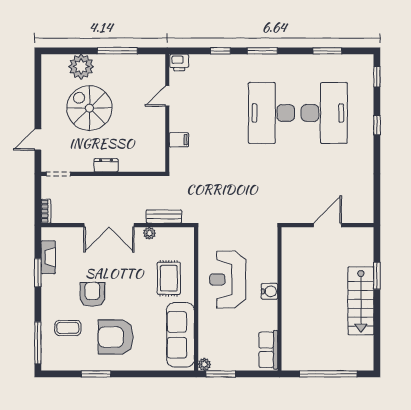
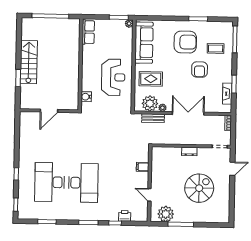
printer: (179, 62) -> (125, 216), moved
plant: (81, 67) -> (166, 214), moved
door: (167, 96) -> (149, 195), swing flipped
spiral stairs: (89, 108) -> (199, 188), turned -90
plant: (169, 240) -> (150, 103), added
rug: (169, 278) -> (151, 79), turned 90
water cooler: (270, 291) -> (86, 97), moved

